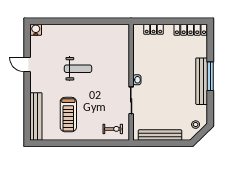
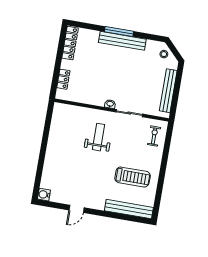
weight bench: (78, 69) -> (98, 137), moved

